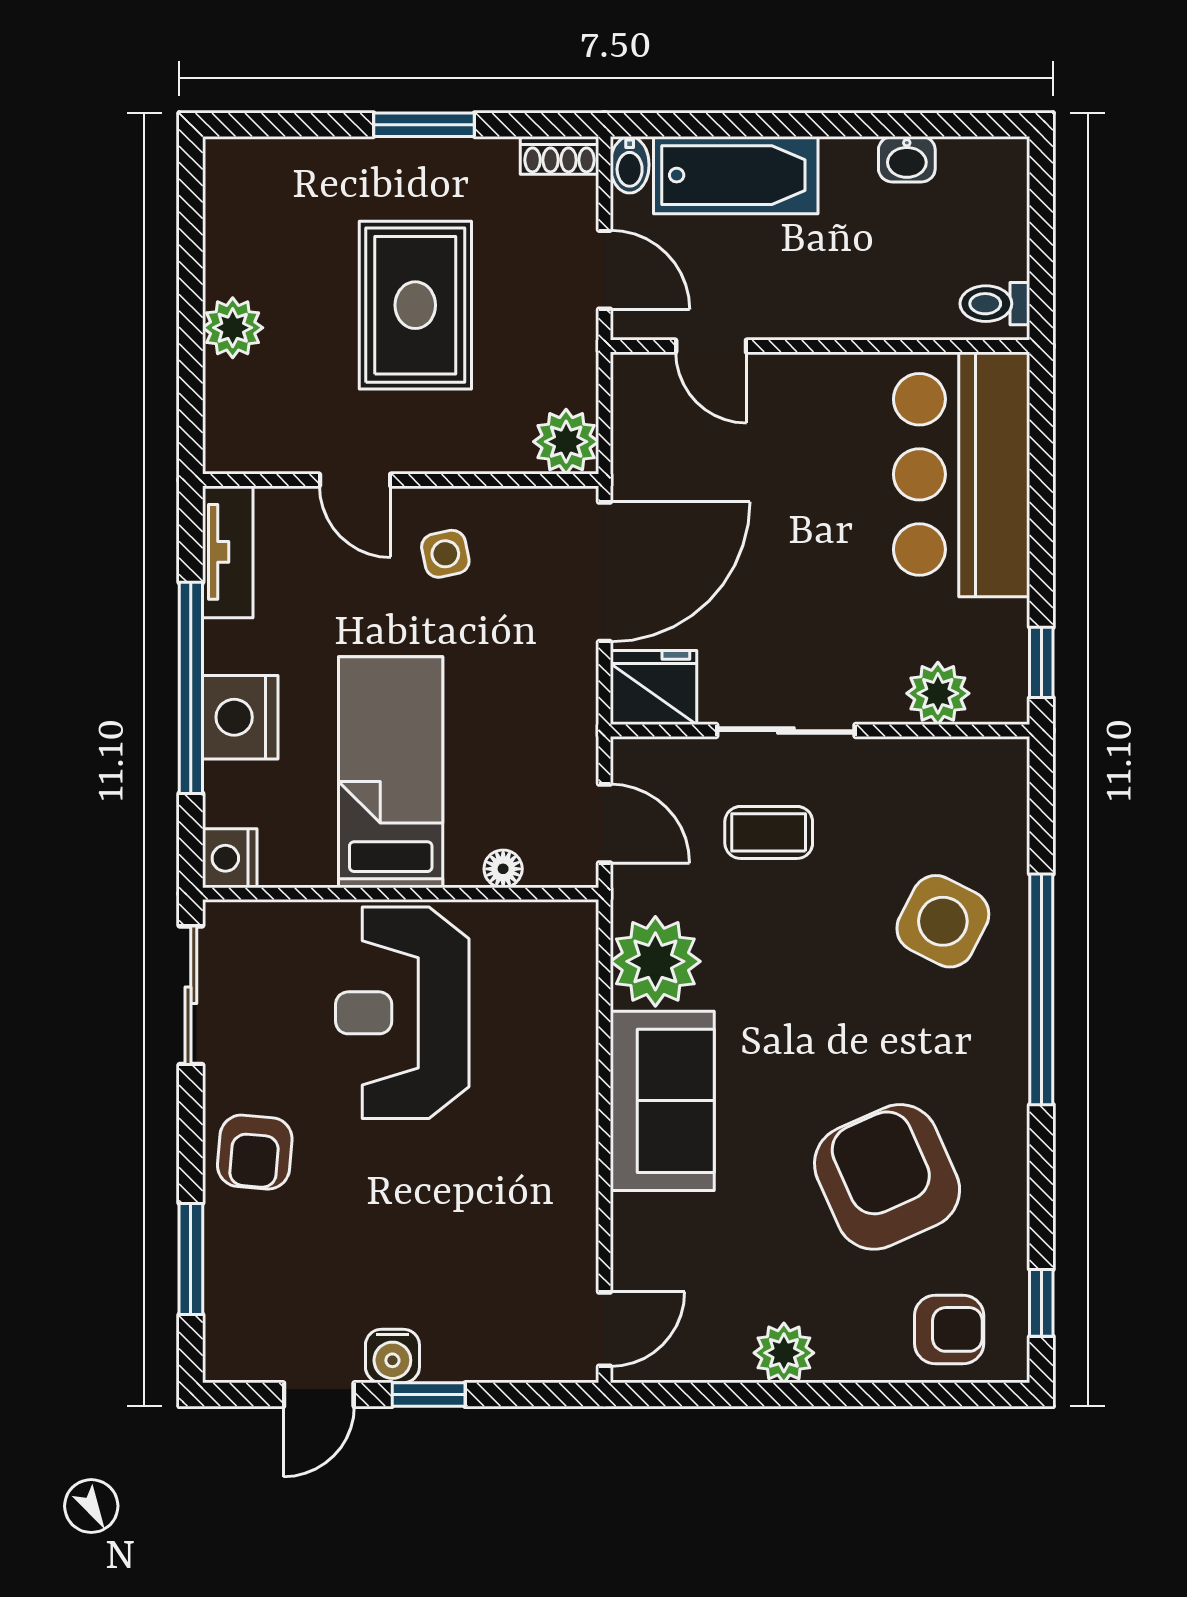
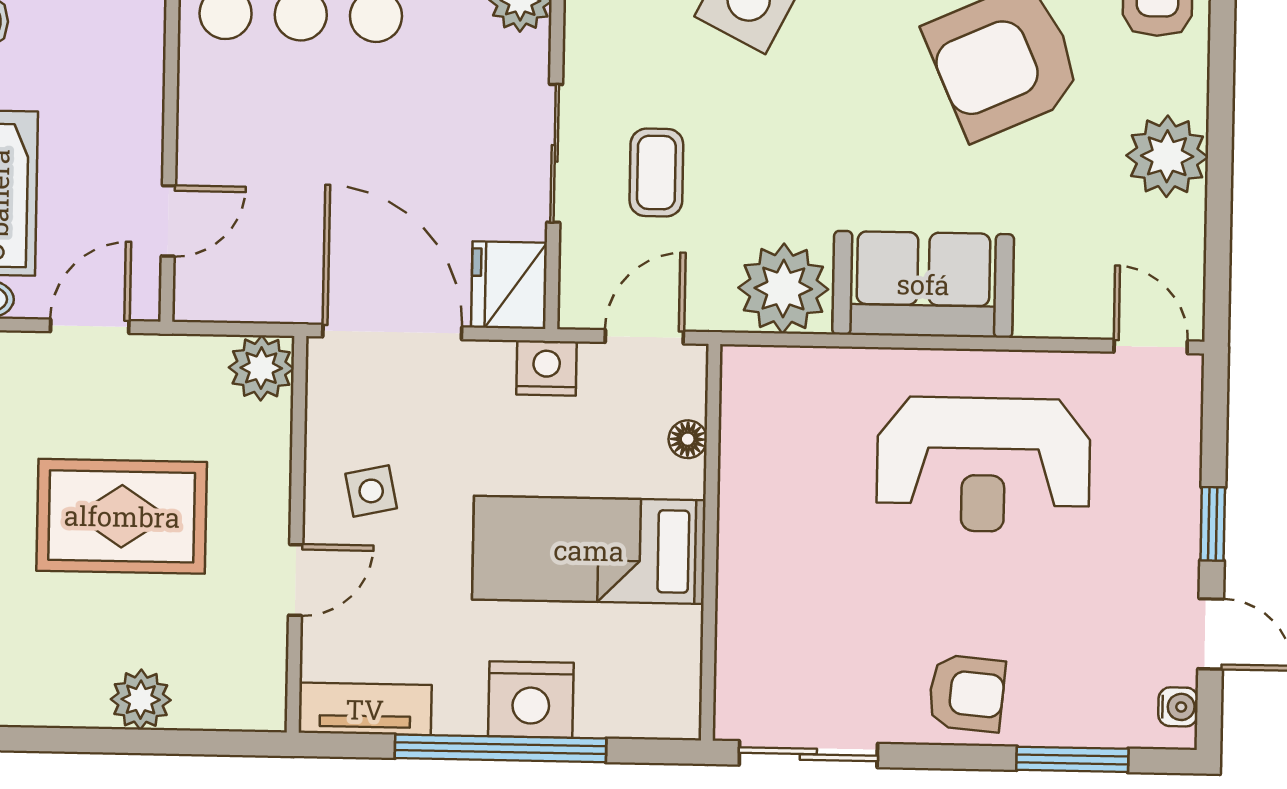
nightstand: (230, 858) -> (547, 368), moved, turned 180
reception desk: (402, 1013) -> (983, 465), moved
plant: (784, 1353) -> (1167, 156), width x1.36, depth x1.36
water cooler: (392, 1356) -> (1178, 707), moved, width x0.72, depth x0.72

